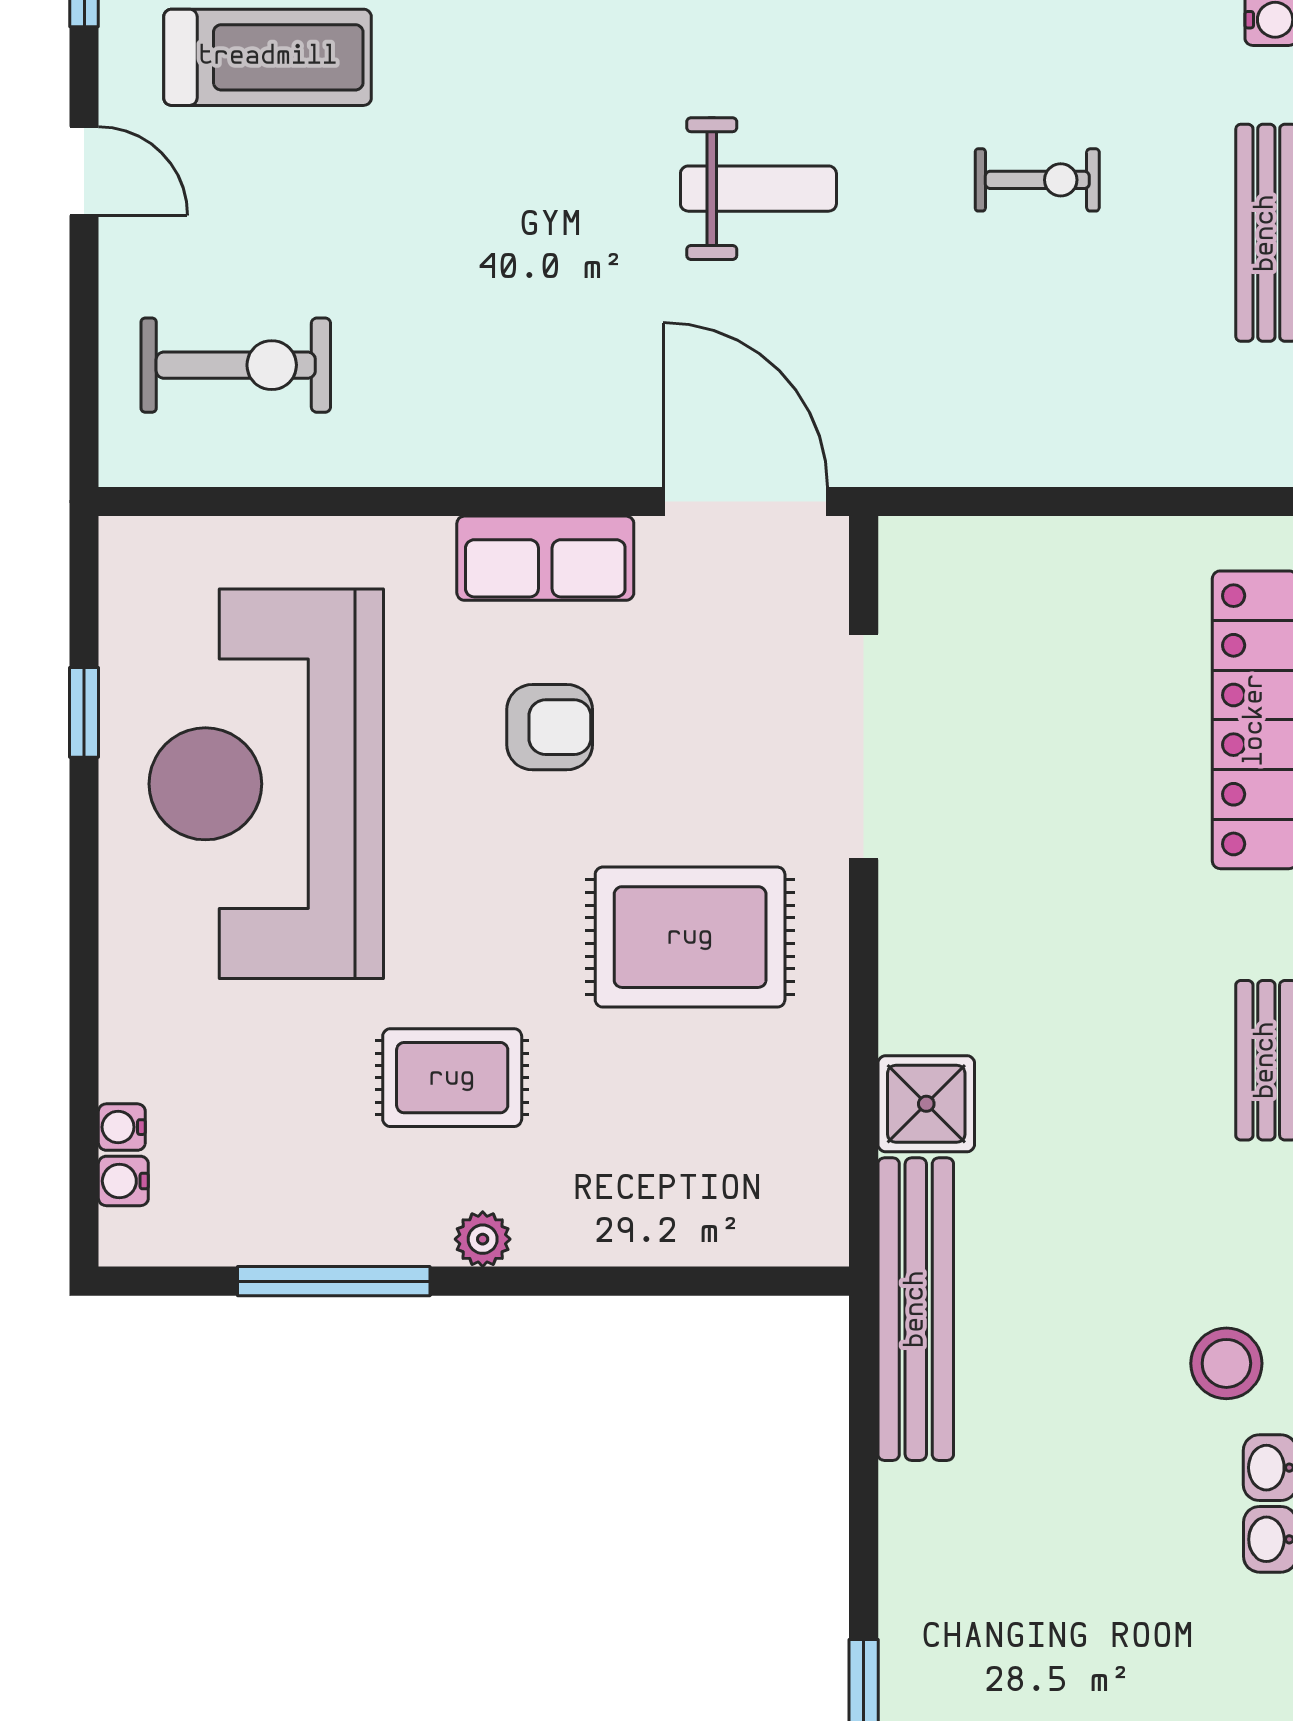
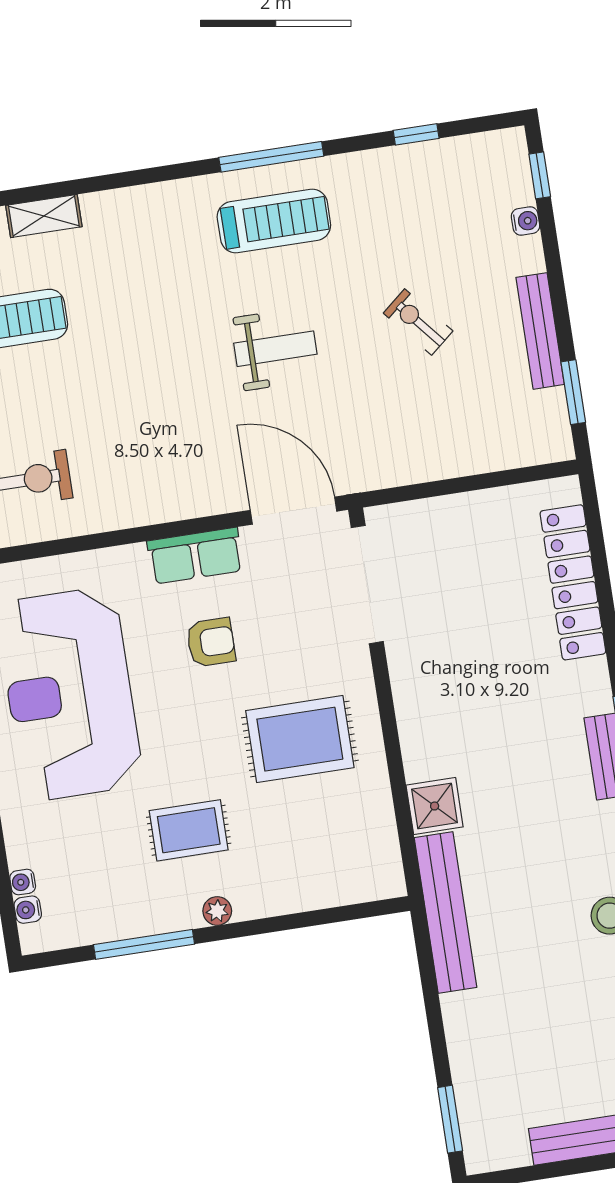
exercise bike: (1037, 180) -> (418, 322), turned -130
doorway: (864, 747) -> (367, 585), moved

